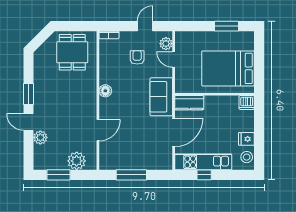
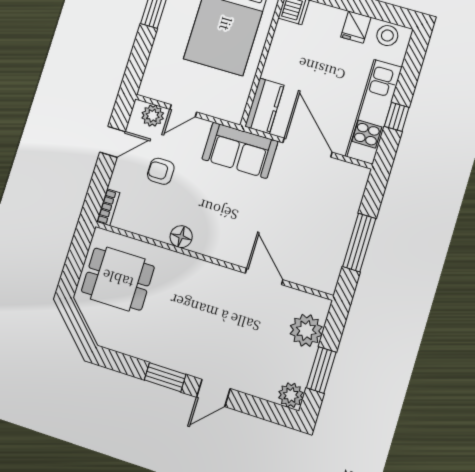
door: (145, 26) -> (113, 142), swing flipped
floor lamp: (105, 91) -> (181, 237), moved
plant: (40, 137) -> (291, 395), moved

